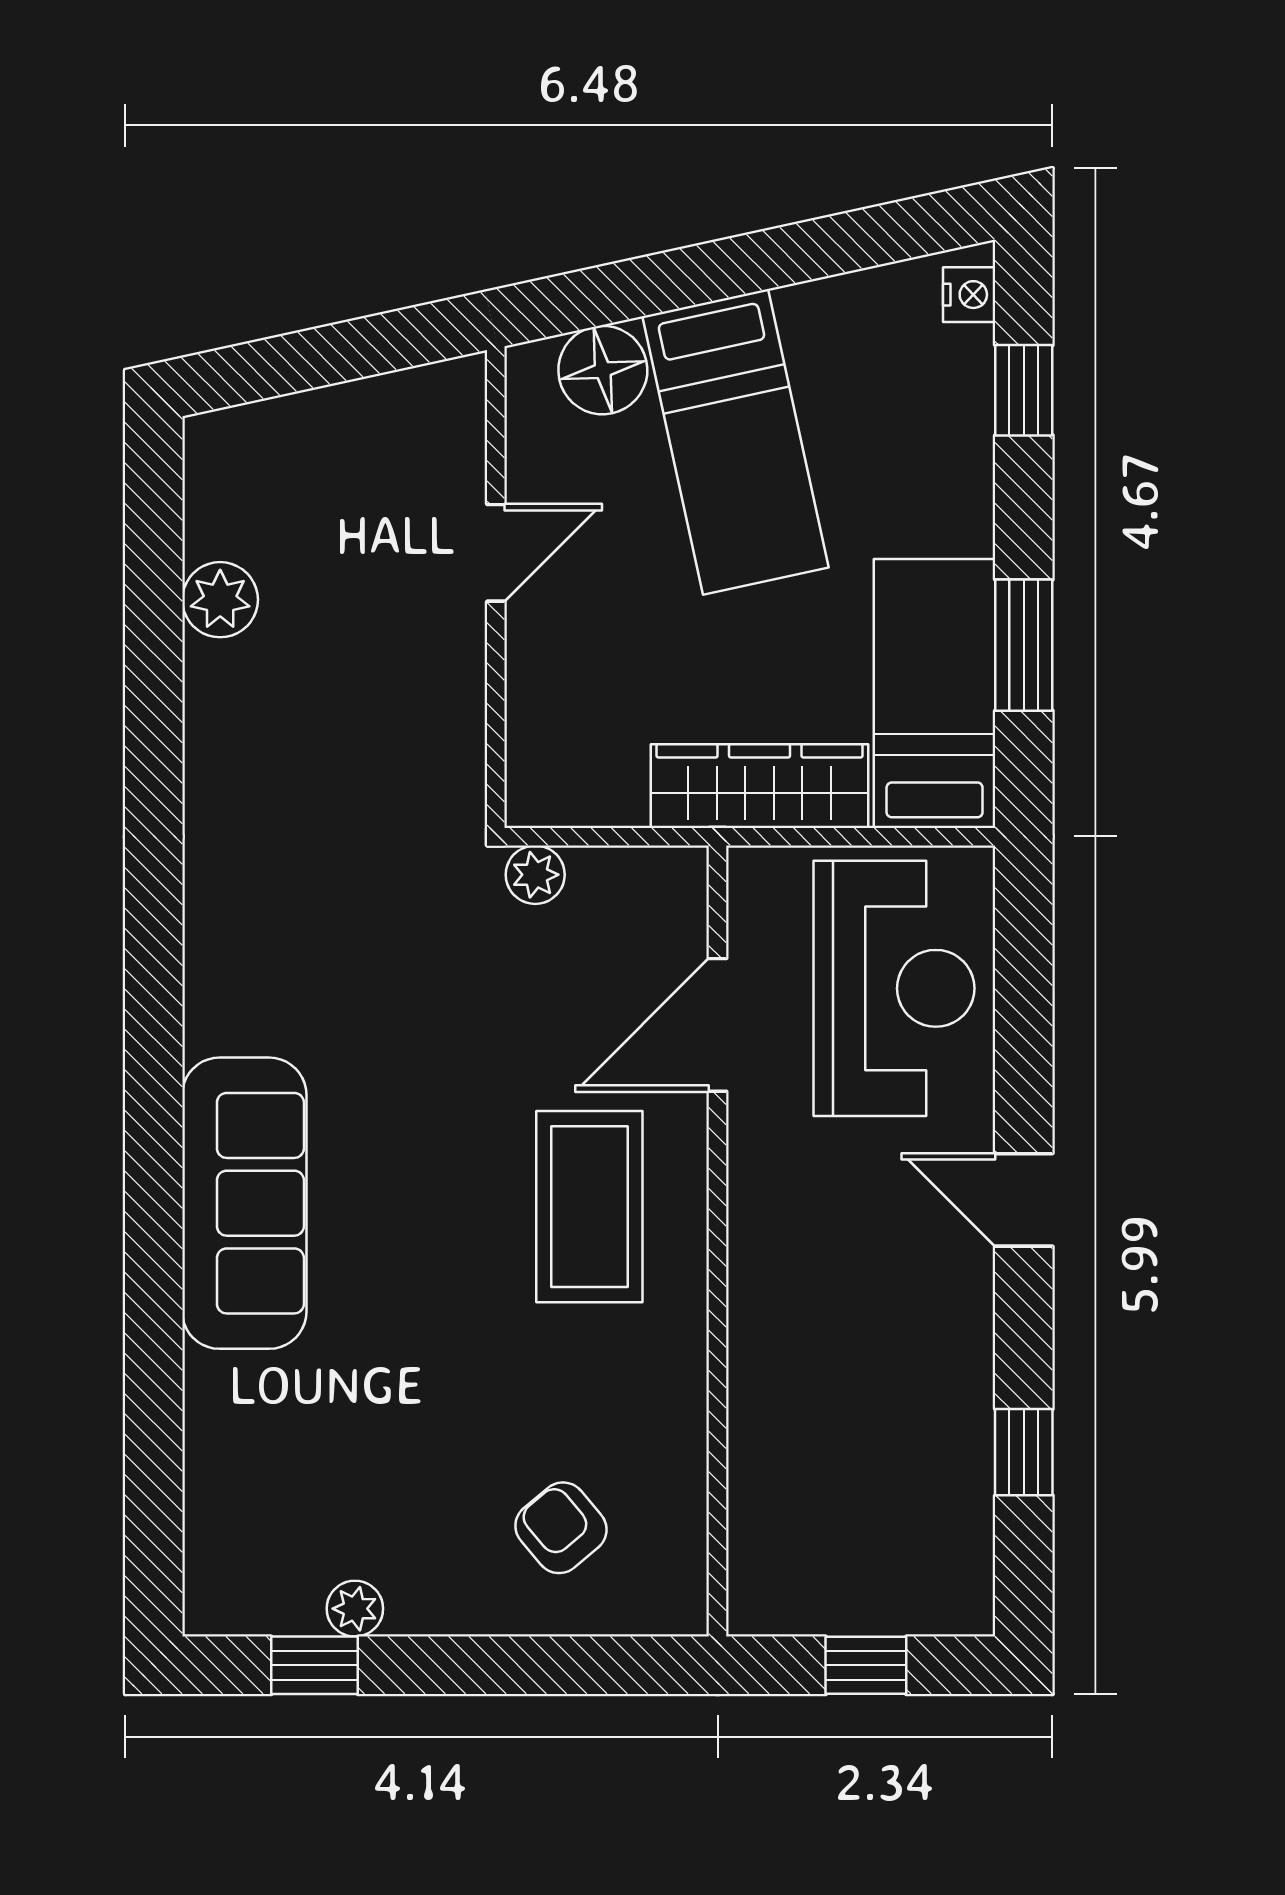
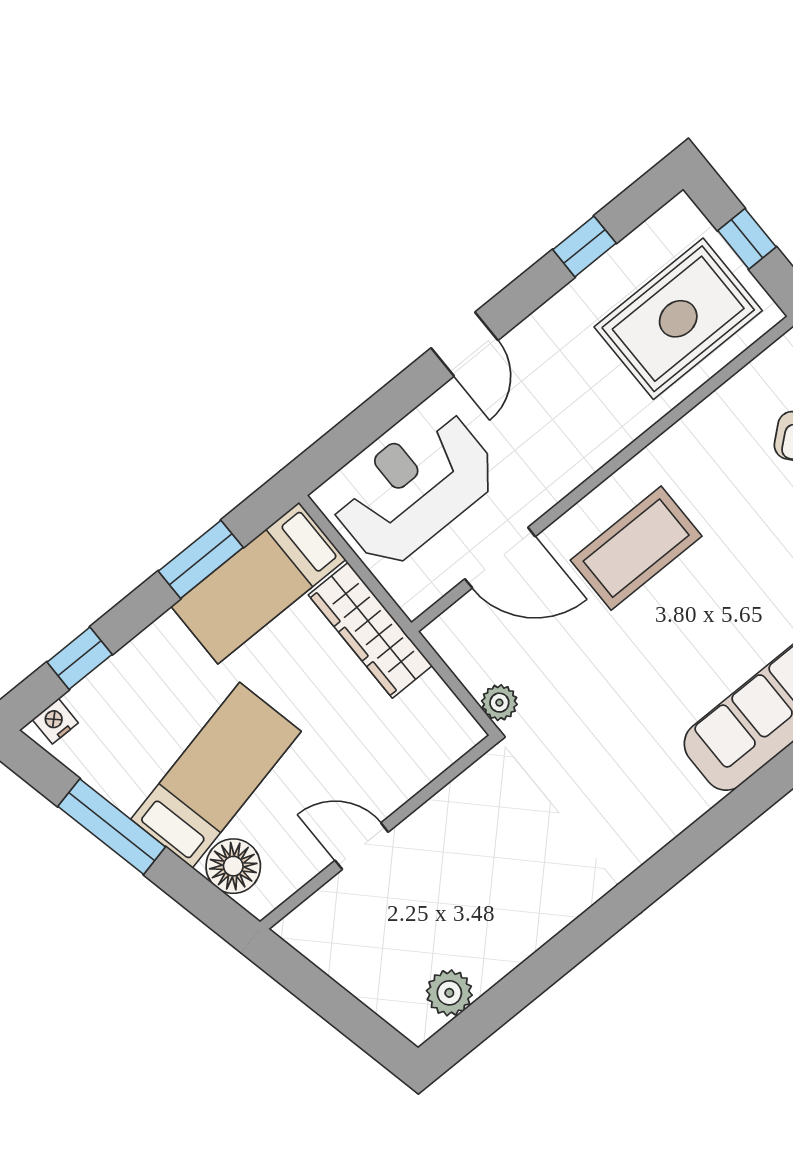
window: (778, 257) -> (112, 827), added
plant: (220, 600) -> (449, 993), moved
rug: (836, 1496) -> (678, 319), added

